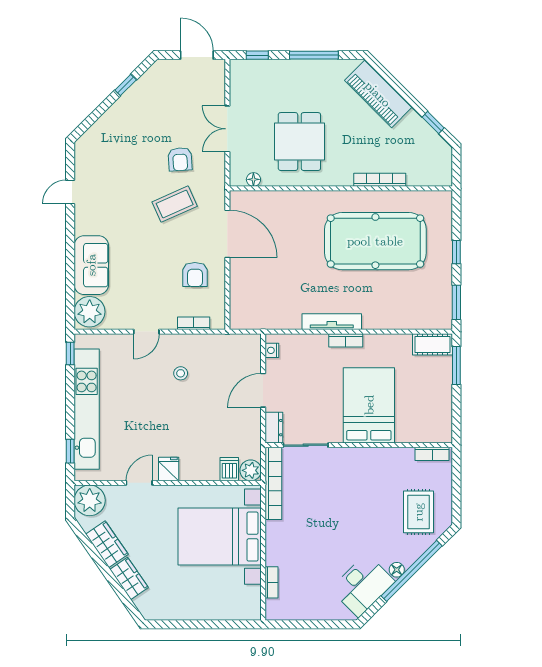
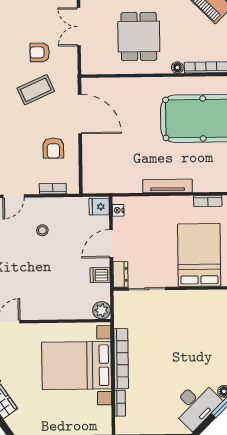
armchair: (180, 159) -> (40, 52), turned 94
floor lamp: (253, 179) -> (177, 68), moved
bookcase: (346, 340) -> (208, 201), moved
fridge: (169, 469) -> (99, 207), moved, turned -90
dishwasher: (229, 469) -> (100, 275), moved, turned -90
bookcase: (273, 483) -> (121, 359), moved

